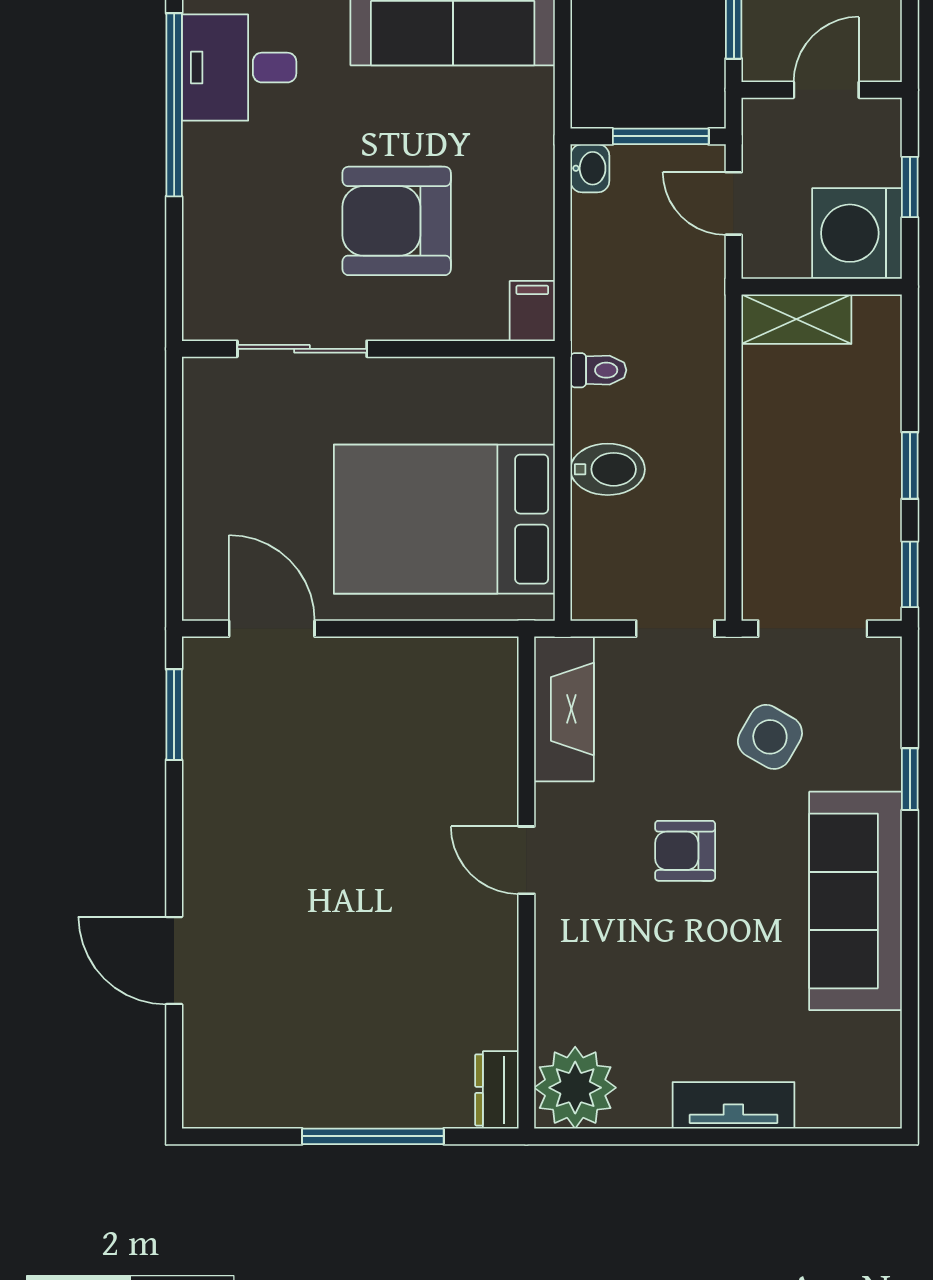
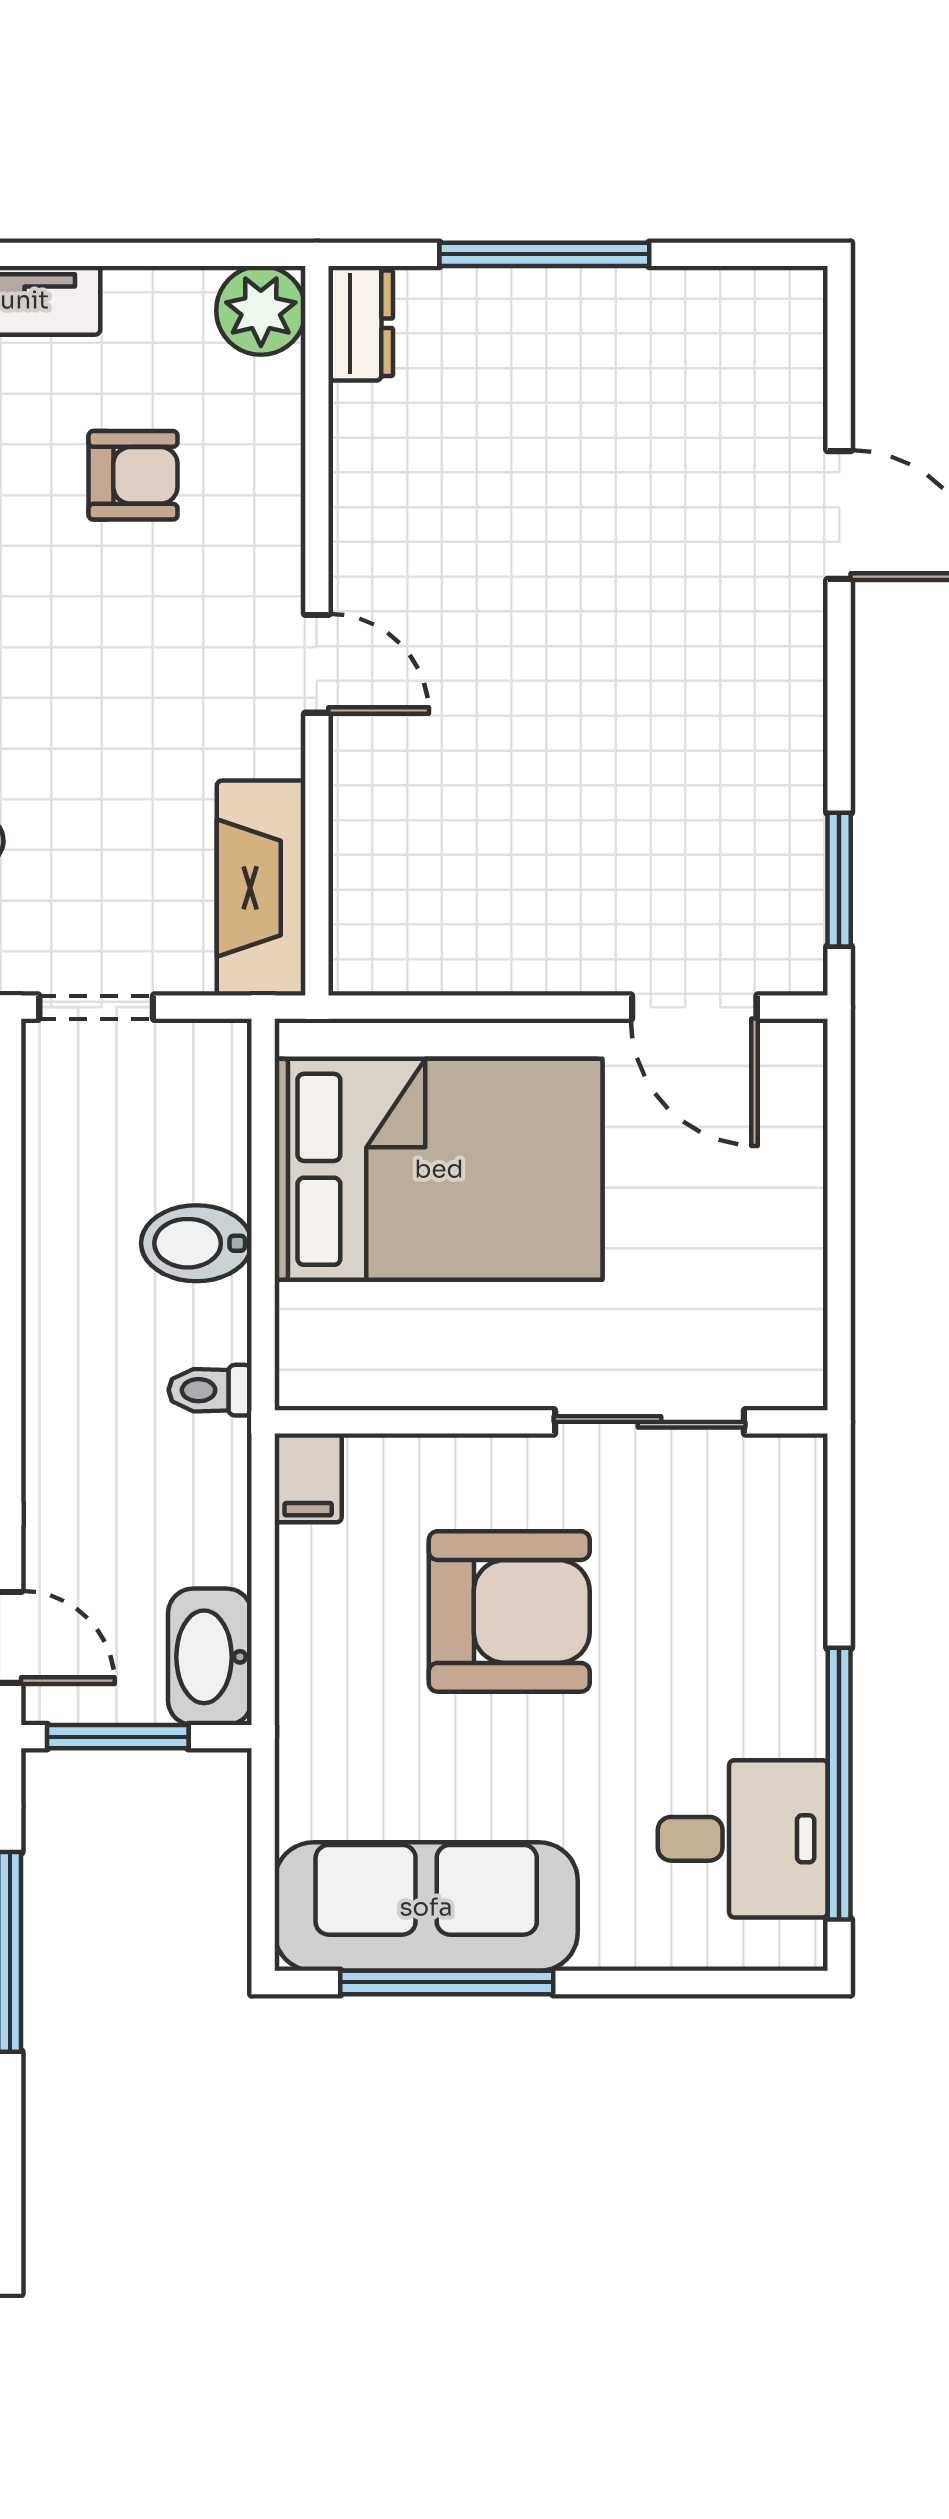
washbasin: (590, 168) -> (210, 1657), width x1.91, depth x1.45
armchair: (685, 851) -> (133, 475), moved
plant: (575, 1088) -> (261, 310), width x0.73, depth x0.73

